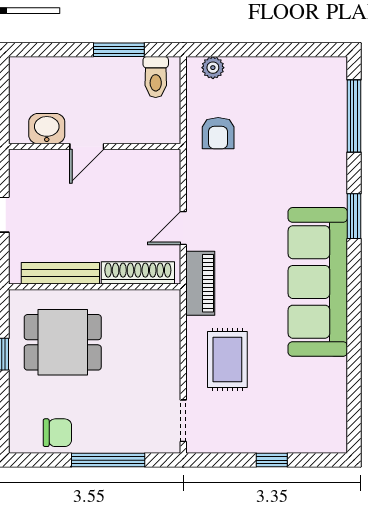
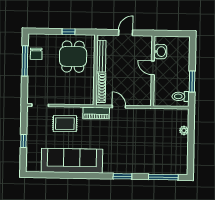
plant: (213, 68) -> (184, 130), moved
armchair: (218, 133) -> (157, 121), removed
sofa: (318, 282) -> (72, 161), moved
window: (108, 460) -> (25, 61), moved

